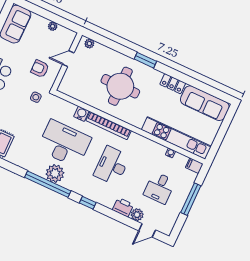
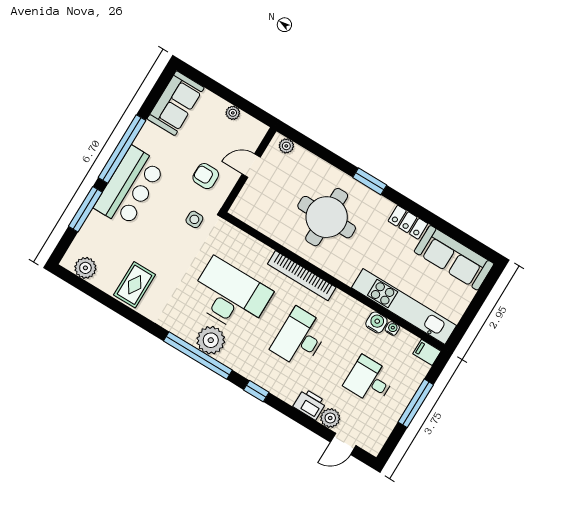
water cooler: (81, 114) -> (376, 322), moved
desk: (159, 188) -> (369, 380), turned 90

